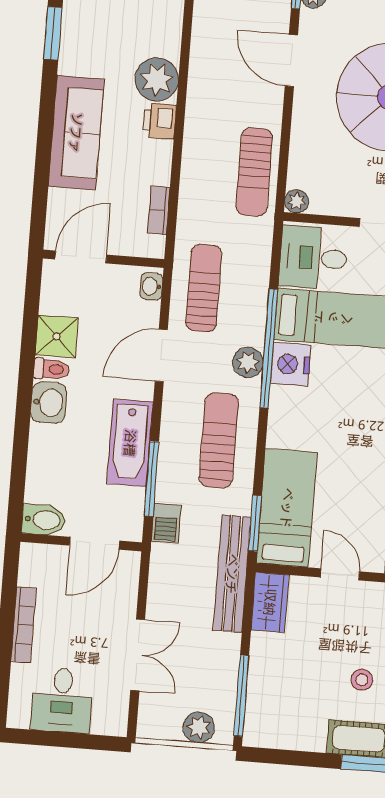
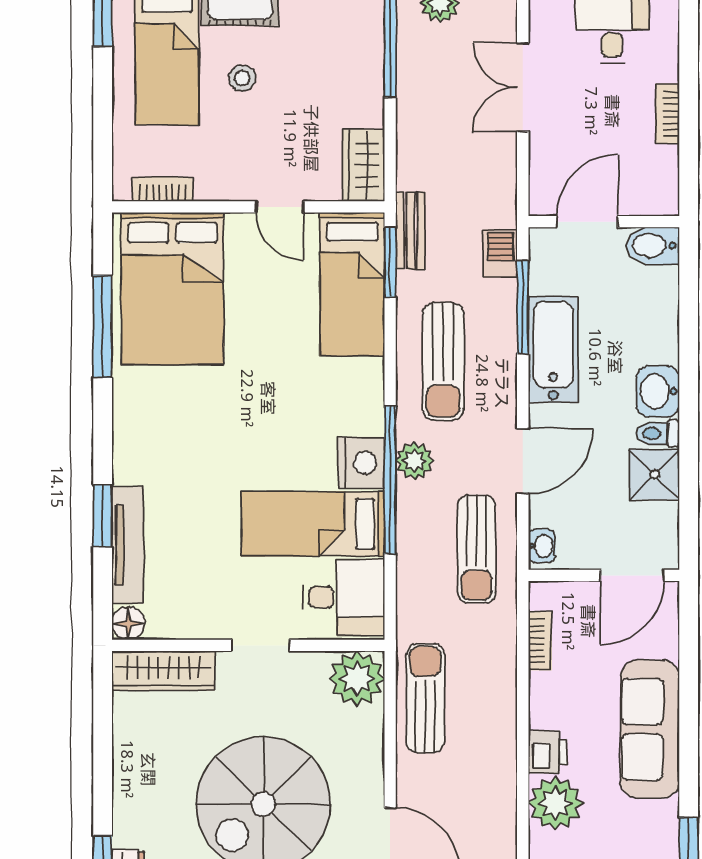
plant: (297, 201) -> (357, 678), width x1.87, depth x1.87
bench: (232, 574) -> (410, 231), width x0.54, depth x0.82
bookcase: (23, 625) -> (667, 114), width x0.64

